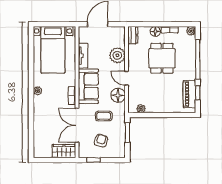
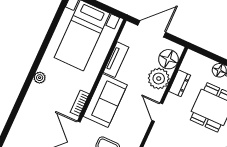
dresser: (133, 35) -> (180, 83), moved
floor lamp: (118, 95) -> (169, 59), moved

